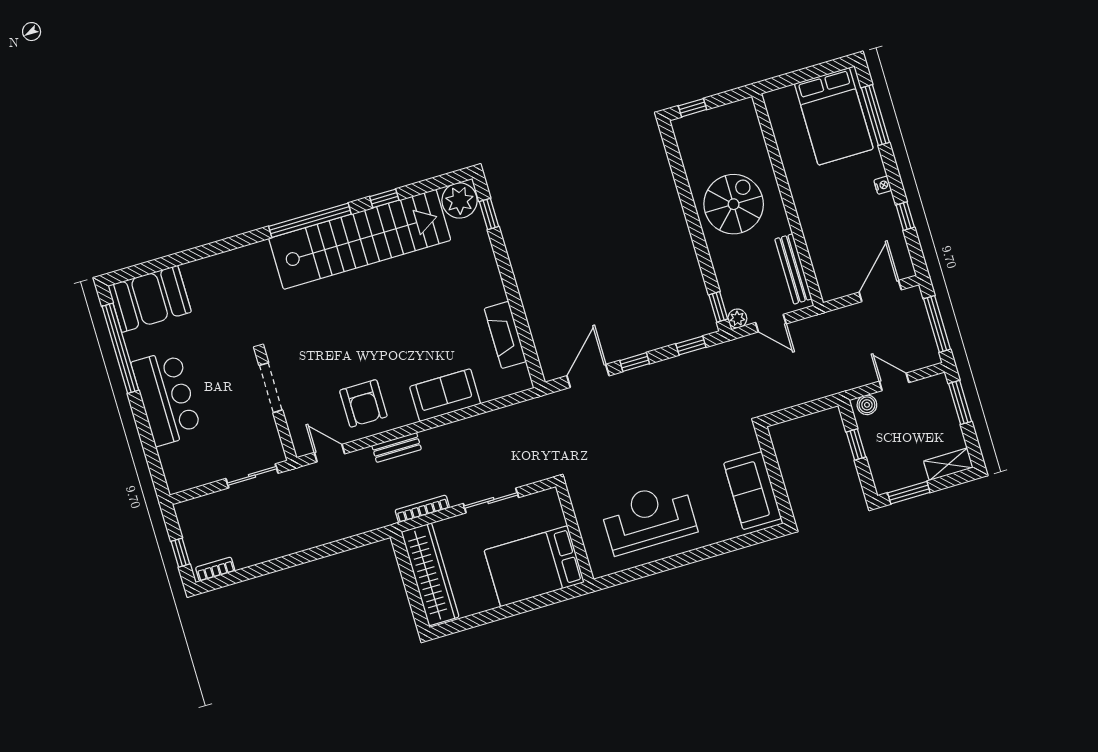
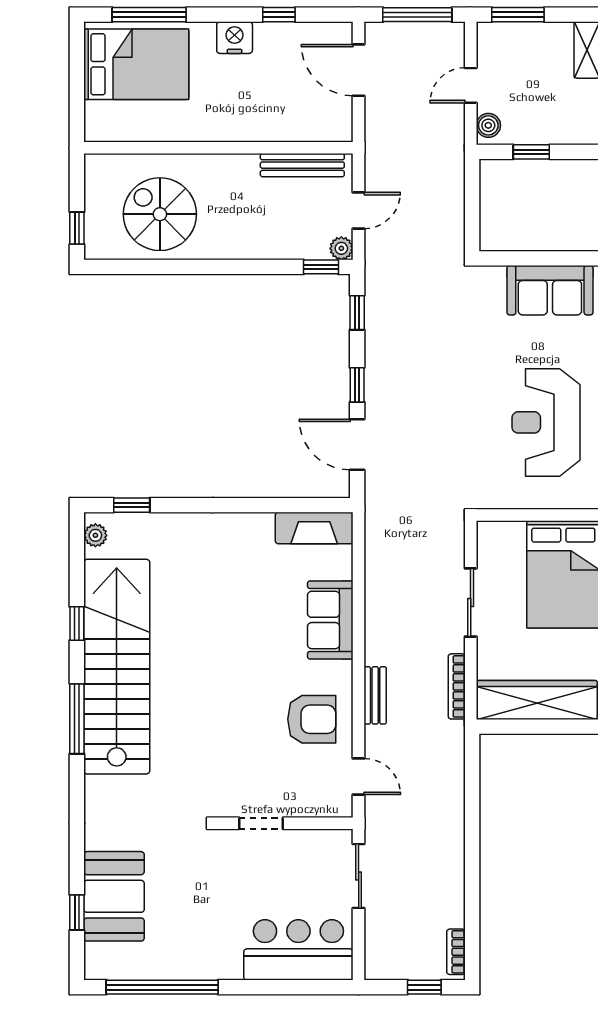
nightstand: (883, 185) -> (235, 38), width x1.89, depth x1.79
plant: (460, 200) -> (95, 535), width x0.53, depth x0.53
spiral stairs: (734, 204) -> (160, 214), moved
window: (310, 220) -> (77, 719), width x0.68
window: (159, 265) -> (77, 912), added
booth: (150, 299) -> (114, 896), moved
fireplace: (505, 335) -> (314, 528), moved
doorway: (271, 388) -> (261, 823), width x0.73
bar counter: (166, 398) -> (298, 950), moved
door: (330, 453) -> (359, 777), swing flipped

